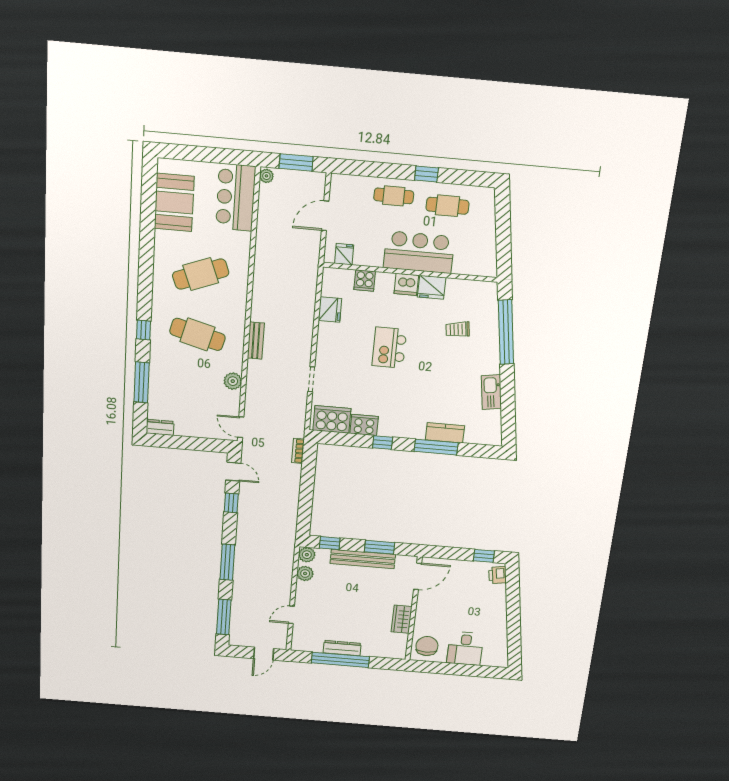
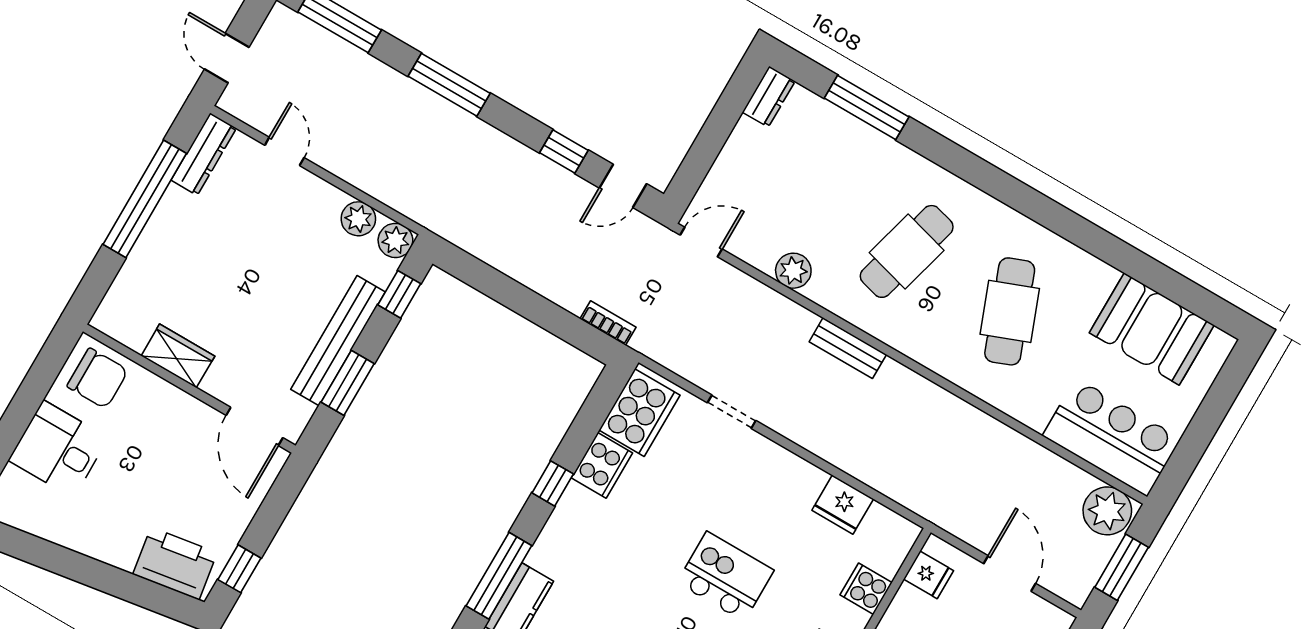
plant: (266, 176) -> (1107, 511), width x1.88, depth x1.88
window: (144, 330) -> (959, 161), removed
printer: (498, 575) -> (175, 564), width x1.87, depth x1.48
dresser: (342, 648) -> (204, 154), moved

